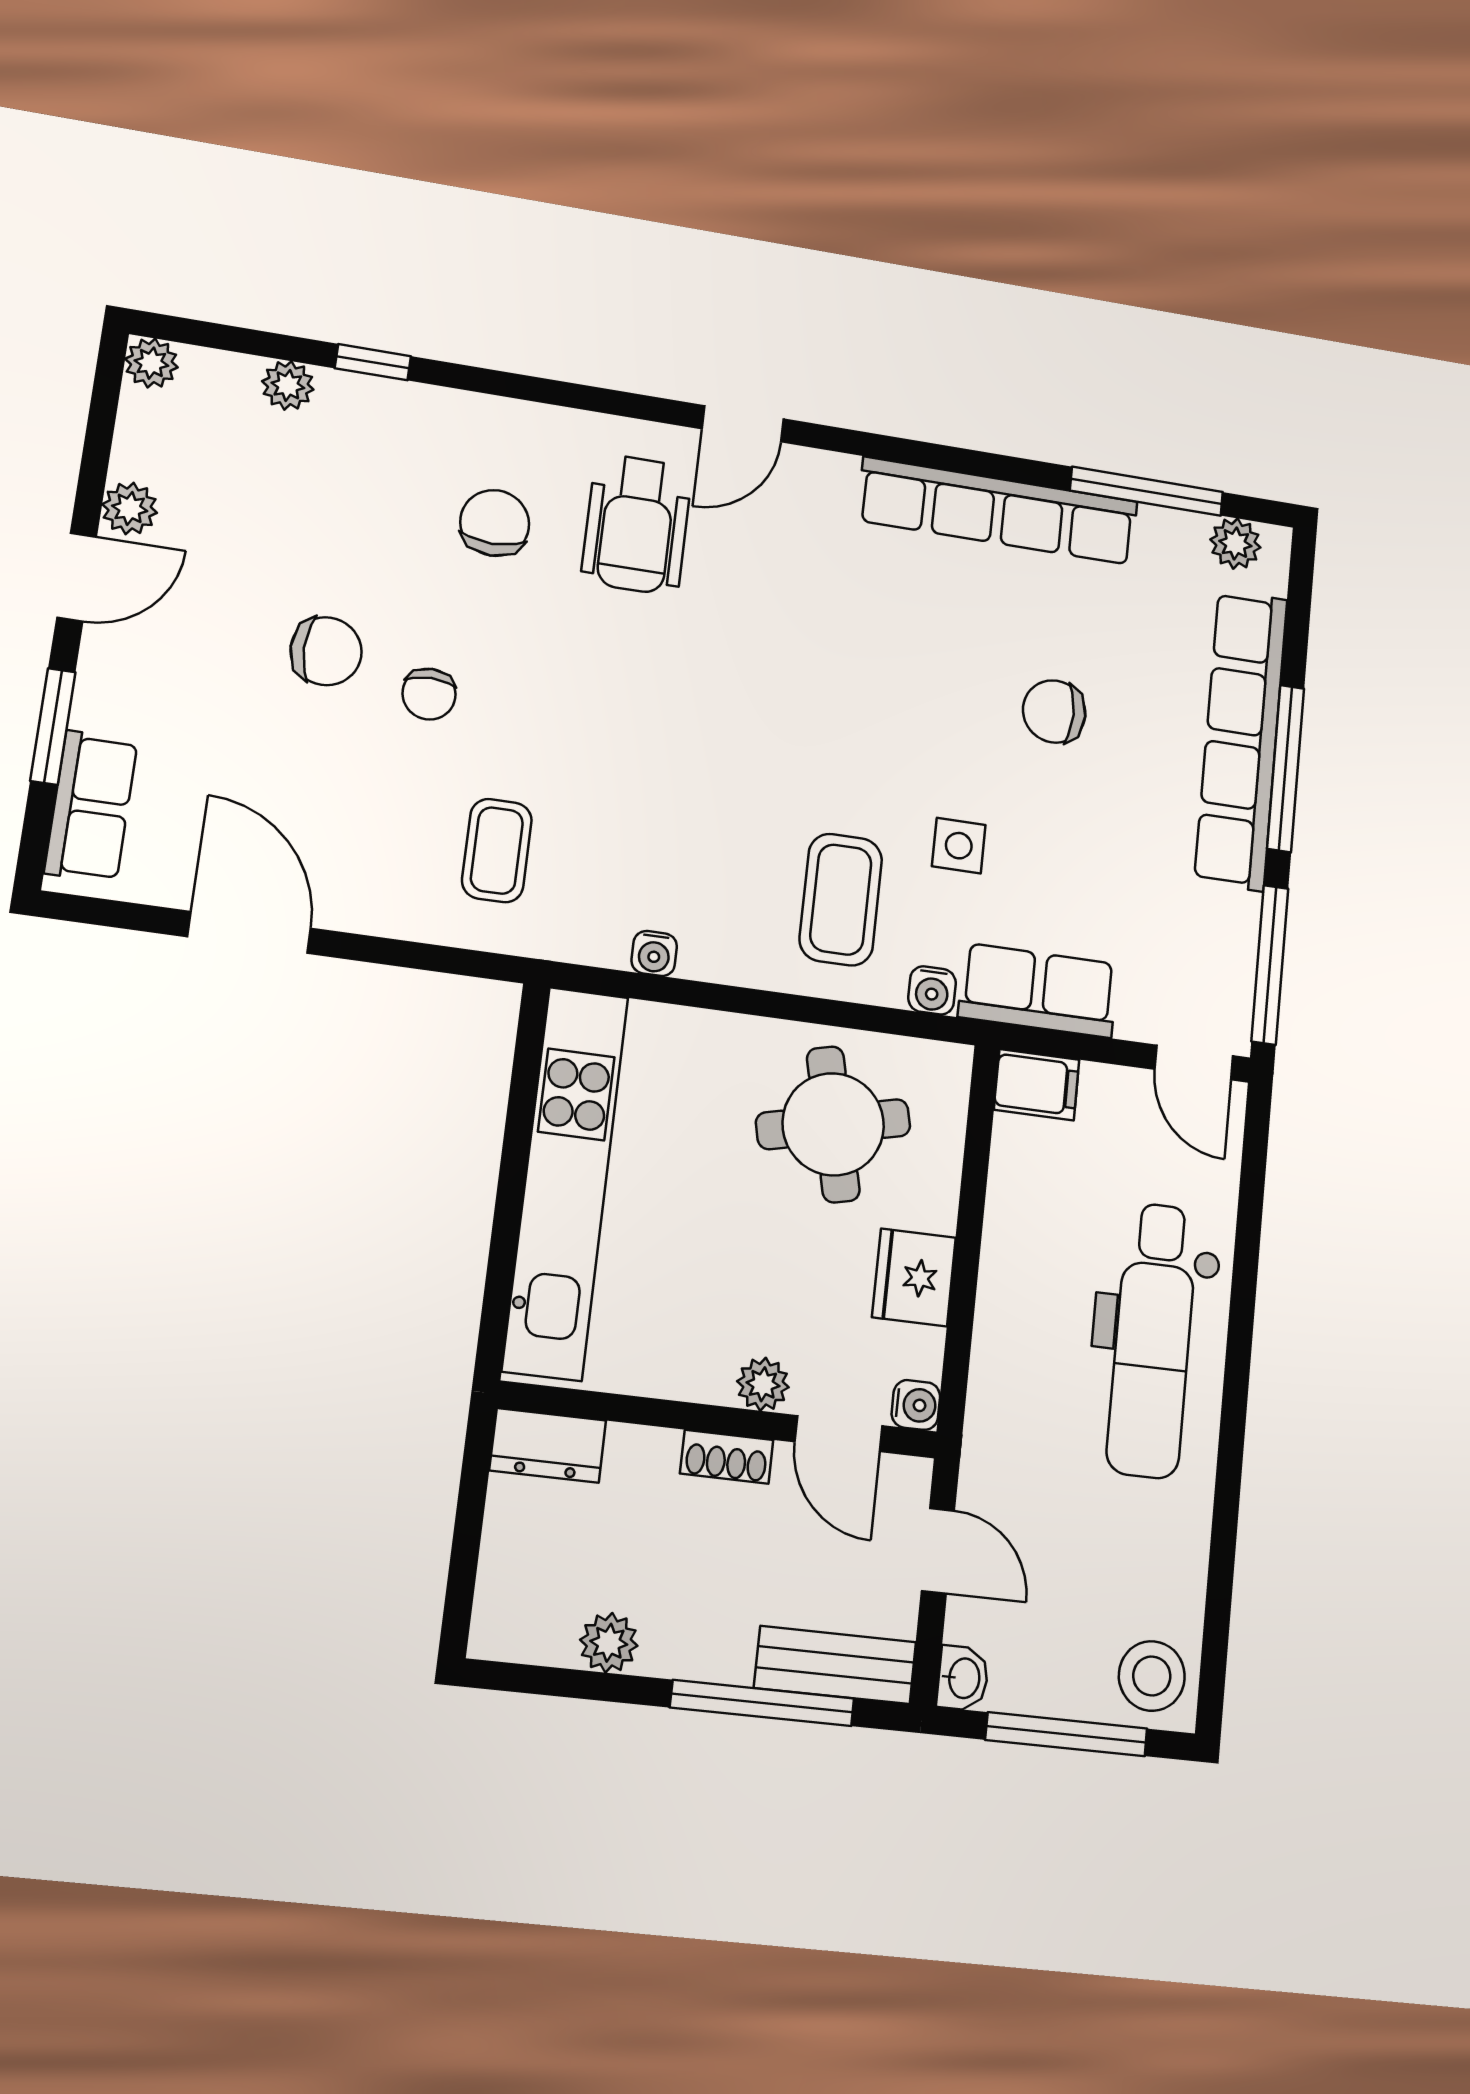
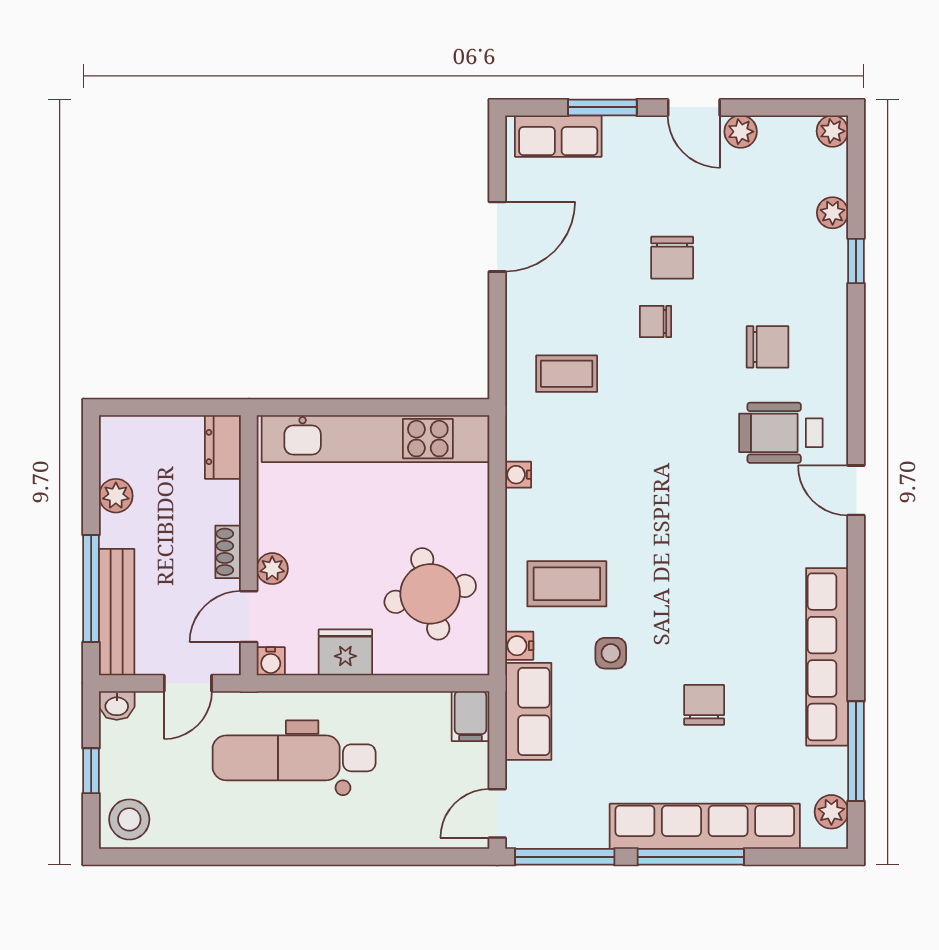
dental chair: (1153, 1340) -> (294, 758), moved
bench: (835, 1665) -> (117, 612), width x1.36
window: (1066, 1734) -> (91, 771), width x0.46

